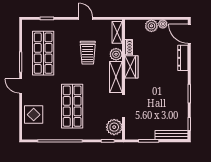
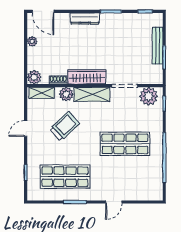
plant: (151, 26) -> (34, 77), moved
door: (189, 34) -> (43, 11), hinge flipped
trolley: (88, 53) -> (65, 126), turned -43
dresser: (183, 58) -> (85, 19), moved
wardrobe: (131, 67) -> (87, 77), width x1.50
door: (21, 86) -> (114, 202), moved
display table: (34, 115) -> (134, 187), removed
bench: (172, 135) -> (158, 46), moved

